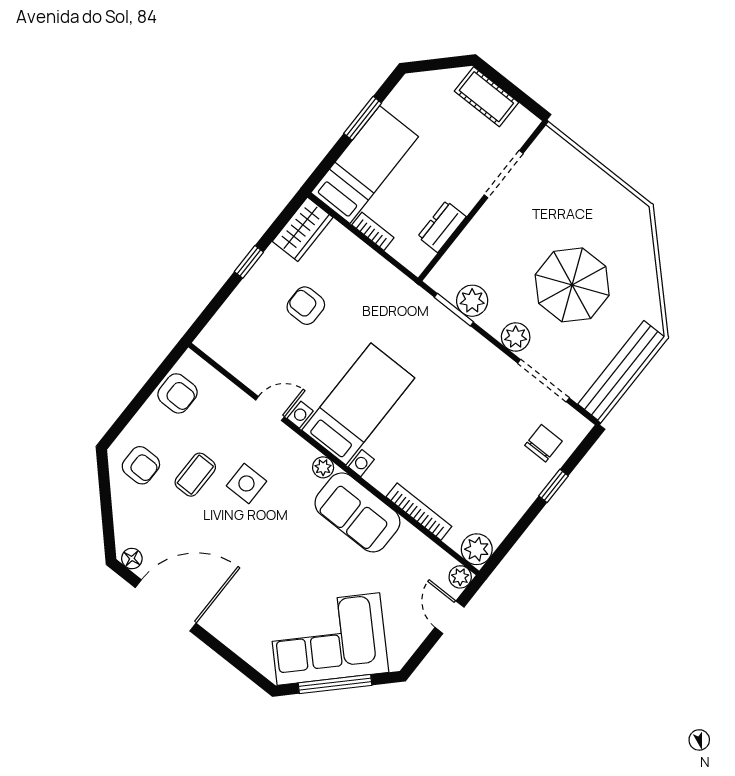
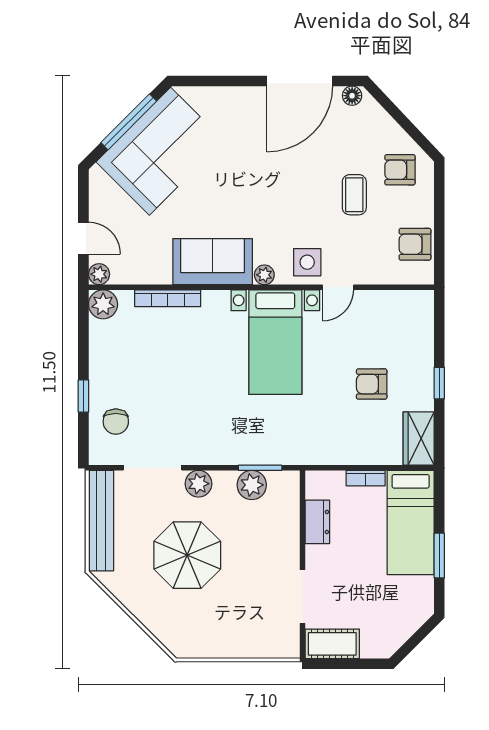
cot: (486, 97) -> (332, 644), moved
armchair: (306, 306) -> (372, 384), turned 180
side table: (246, 483) -> (307, 262), moved

